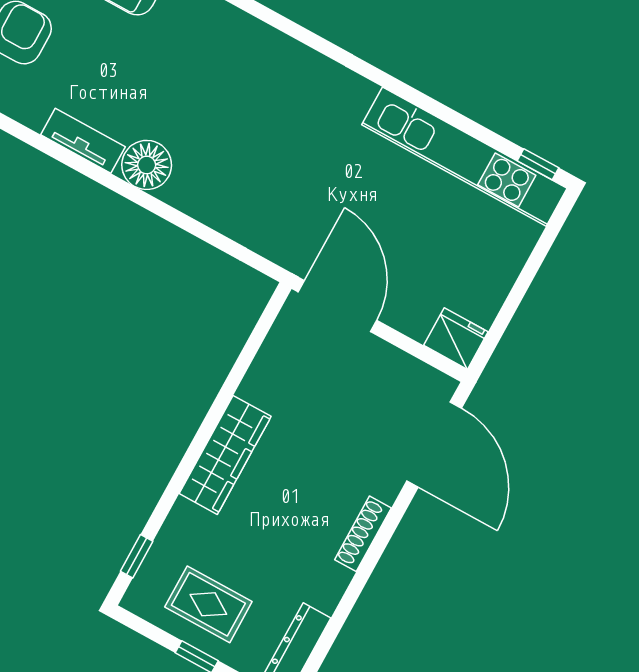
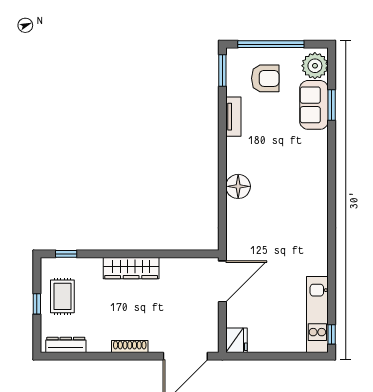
tv unit: (83, 141) -> (233, 117), moved
kitchen unit: (464, 157) -> (317, 315), width x0.73
floor lamp: (147, 165) -> (238, 186), moved

